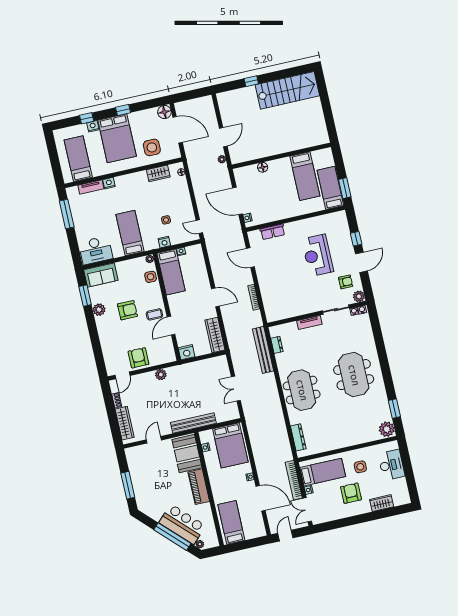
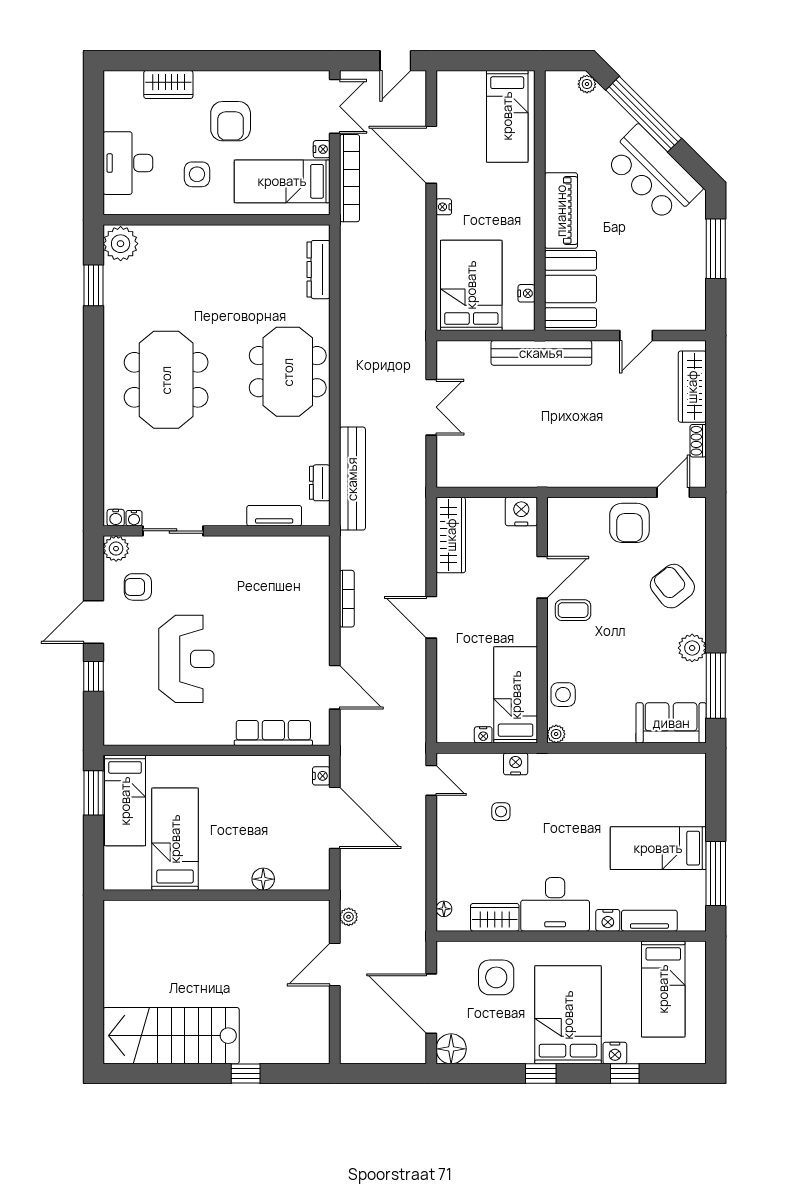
row of seats: (273, 232) -> (273, 733), width x1.48
bed: (130, 233) -> (658, 848), moved, turned 90
desk: (96, 250) -> (555, 904), moved, turned 180
window: (85, 296) -> (716, 686), width x1.44
armchair: (127, 310) -> (672, 586), moved, turned 52
tv unit: (309, 323) -> (274, 516), moved
plant: (161, 375) -> (589, 475), removed
bar counter: (182, 524) -> (653, 174), moved

